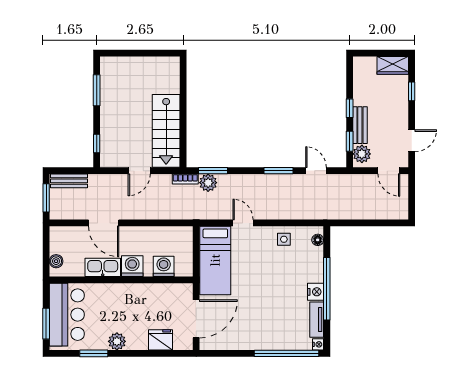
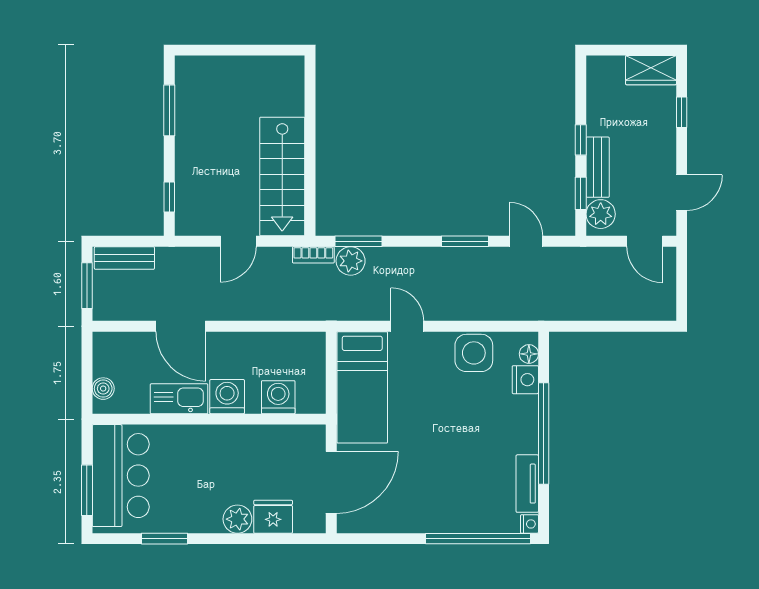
side table: (284, 239) -> (474, 353), width x1.87, depth x1.87
nightstand: (316, 292) -> (525, 380), moved
plant: (117, 341) -> (237, 519), moved

